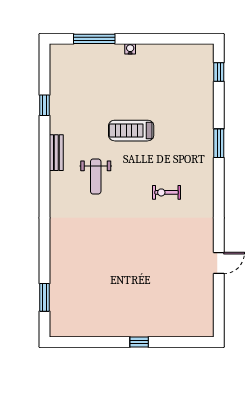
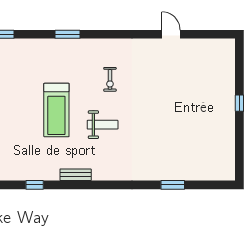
treadmill: (131, 131) -> (56, 110), width x1.37, depth x1.38
weight bench: (96, 176) -> (103, 125), moved
window: (45, 297) -> (173, 185), moved

